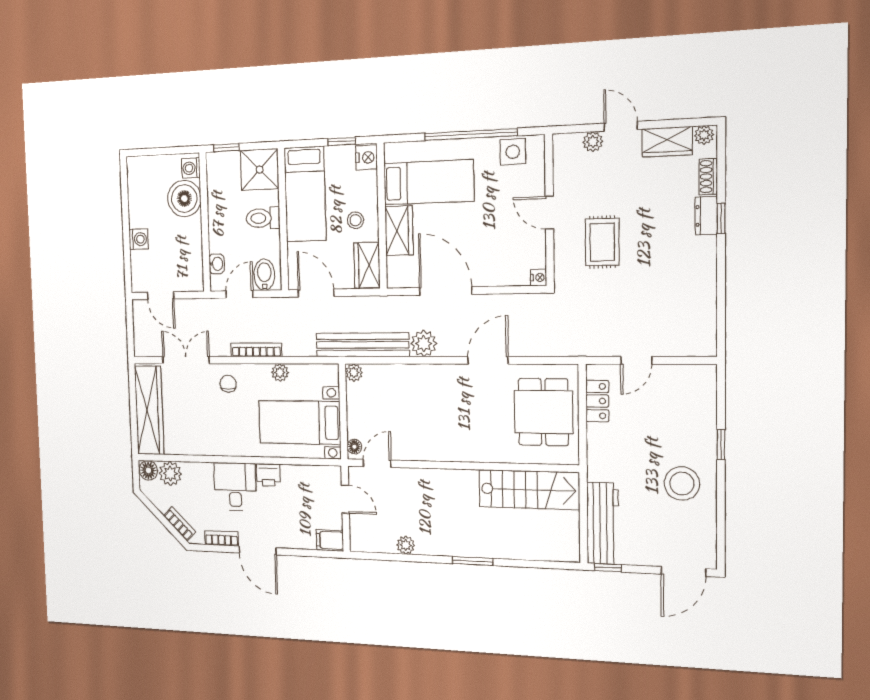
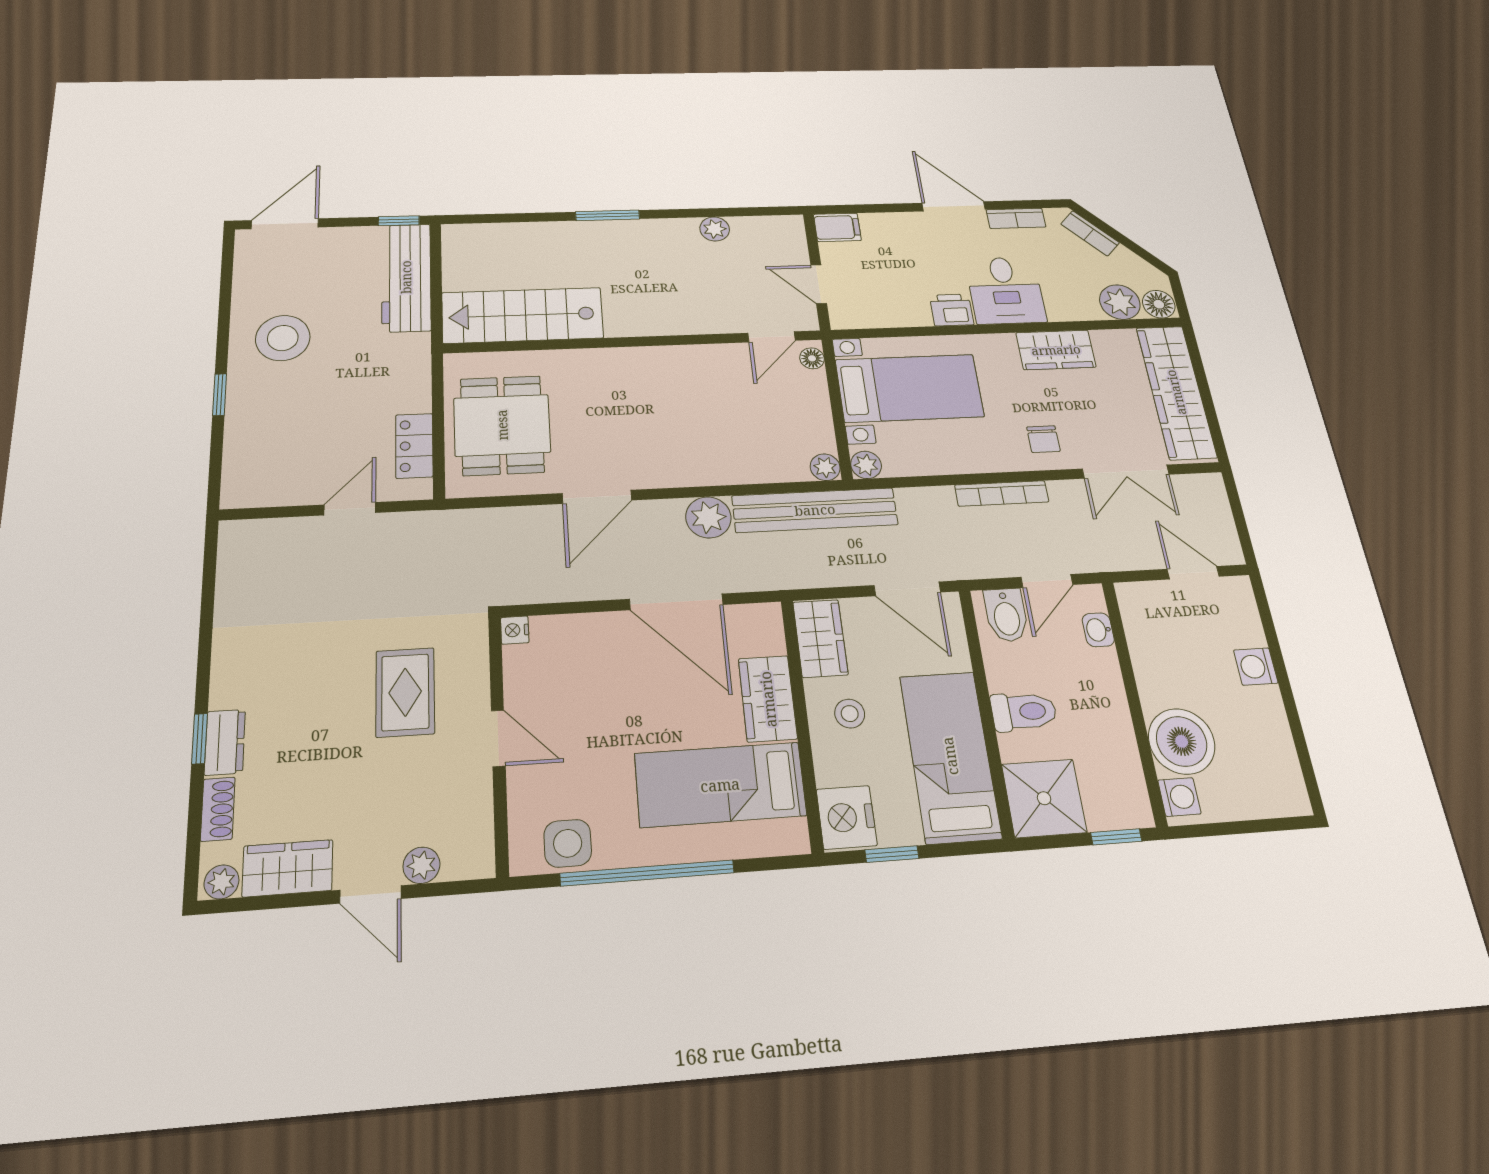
nightstand: (366, 157) -> (847, 817), width x1.36, depth x1.33
plant: (280, 372) -> (866, 465), moved
wardrobe: (212, 443) -> (1056, 350), added

